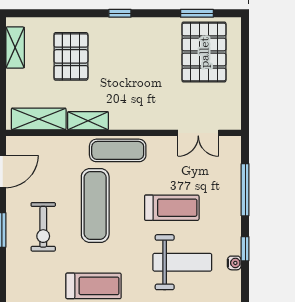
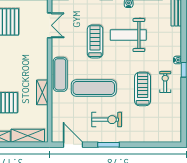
shelving: (39, 119) -> (28, 136), moved, turned 90
weight bench: (182, 262) -> (128, 35), turned -90

